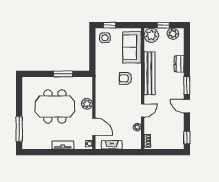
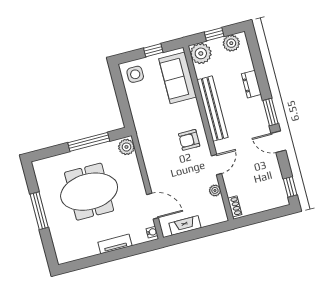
window: (110, 25) -> (153, 50), moved
window: (63, 74) -> (89, 142), width x1.44
armchair: (125, 78) -> (189, 140), moved
plant: (87, 104) -> (126, 147), moved
window: (19, 129) -> (39, 211), moved

